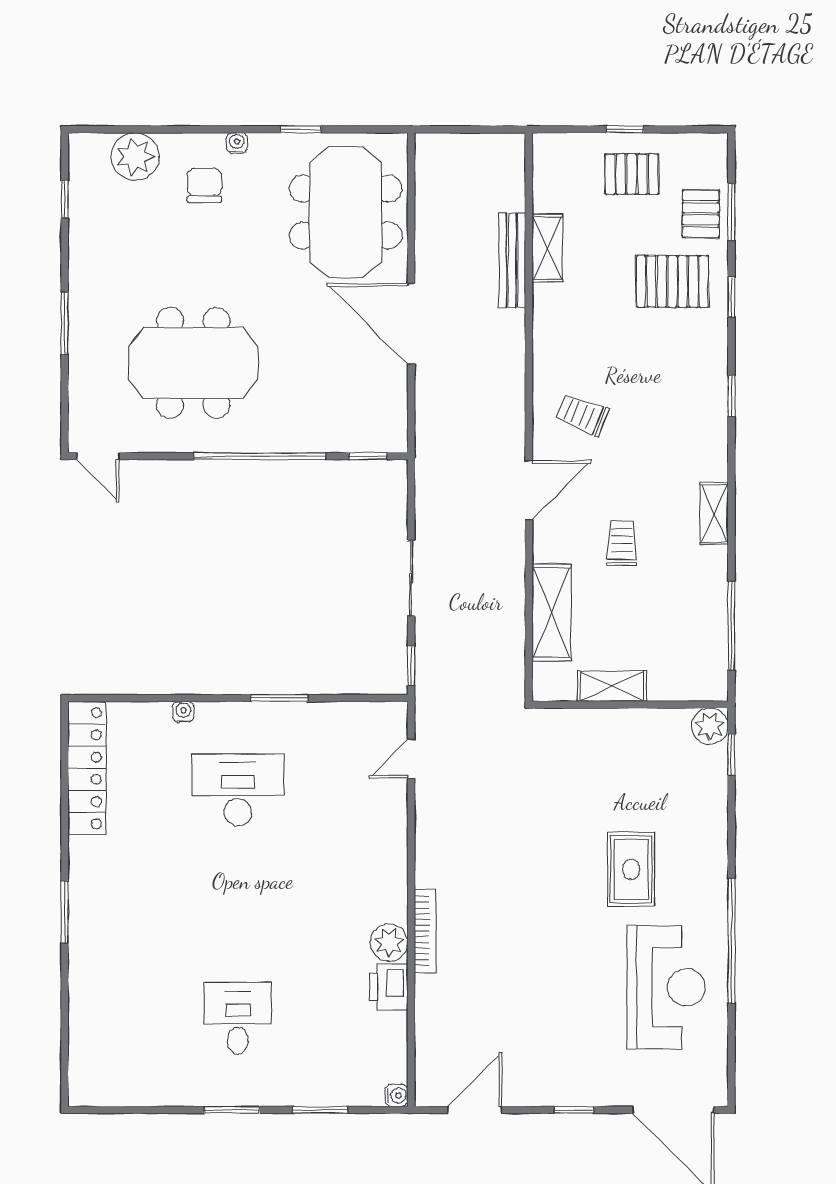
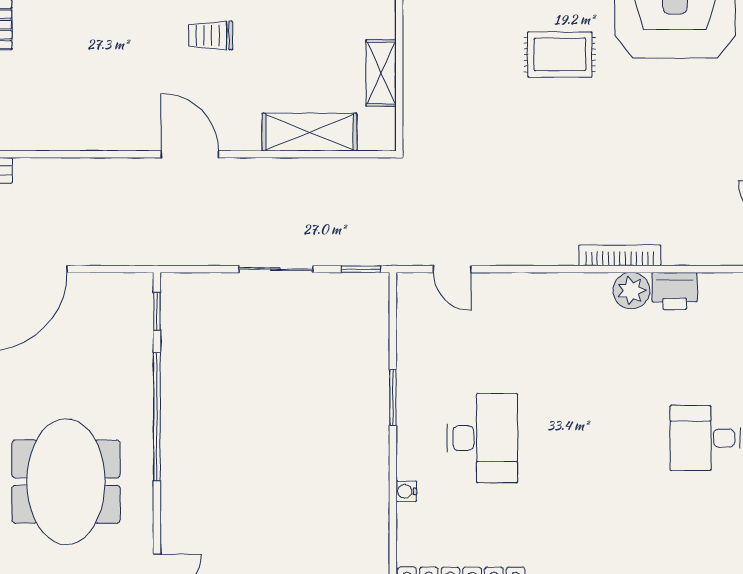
trolley: (582, 415) -> (117, 102), removed
trolley: (622, 543) -> (211, 35), moved
desk: (238, 790) -> (482, 438), turned 180

